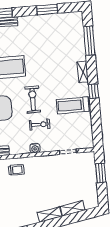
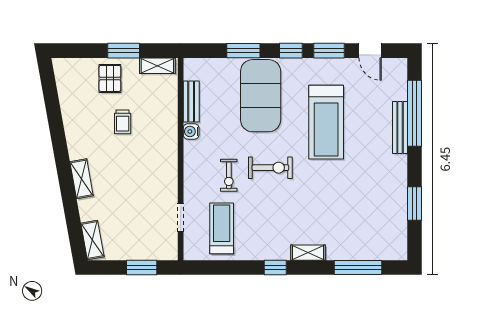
treadmill: (73, 105) -> (222, 228), moved
water cooler: (35, 148) -> (191, 131), moved
trolley: (16, 170) -> (123, 122), moved
shelving: (73, 208) -> (92, 240), moved

